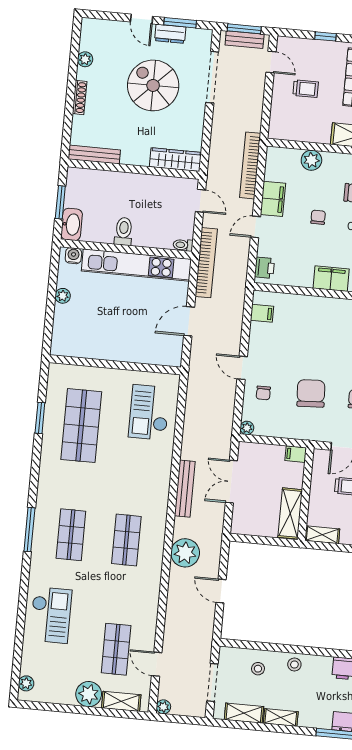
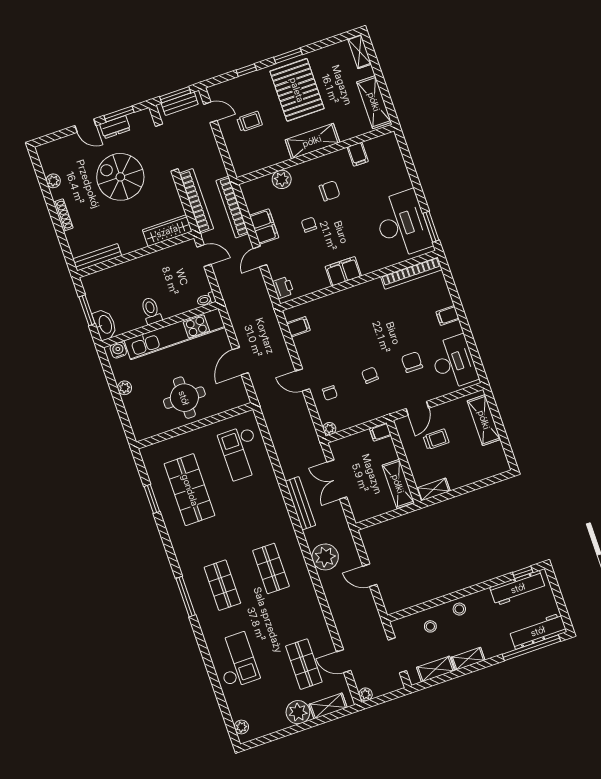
bookcase: (206, 263) -> (196, 201), moved
round table: (117, 332) -> (184, 398), added
chair: (311, 393) -> (370, 375), width x0.54, depth x0.54

